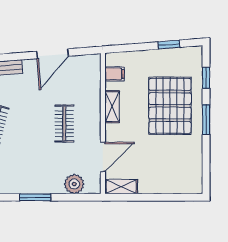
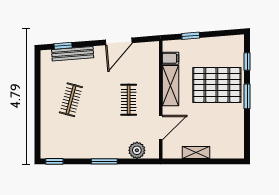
window: (169, 45) -> (191, 36), moved
pallet: (170, 106) -> (217, 85), turned 90
shelving: (112, 107) -> (171, 86), width x1.50, depth x1.33
shelving: (121, 187) -> (196, 152), moved

